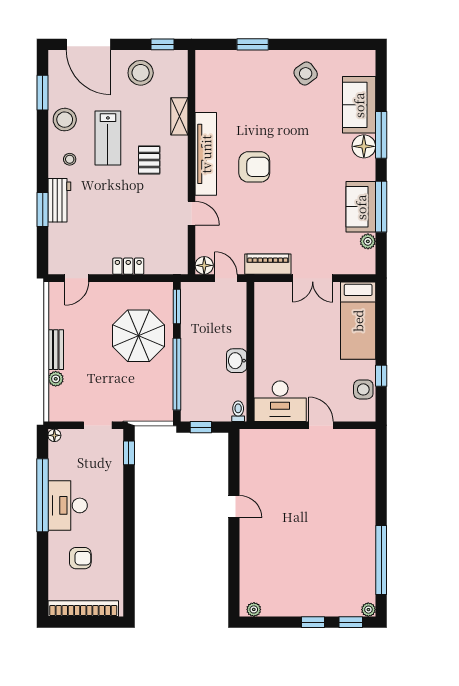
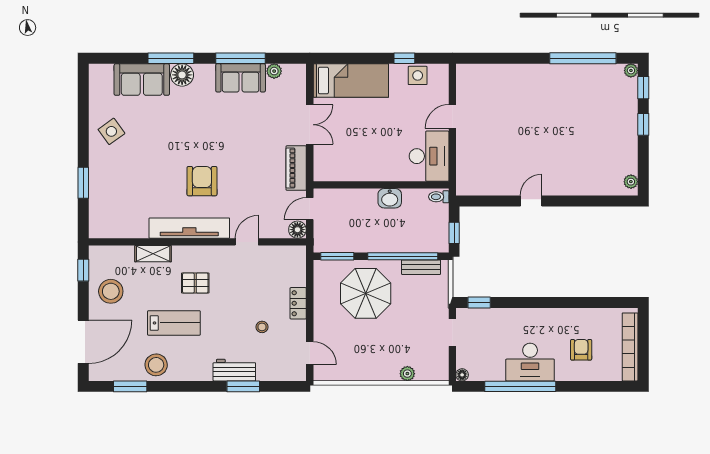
stool: (70, 159) -> (262, 327), moved
bench: (56, 350) -> (421, 267), moved

